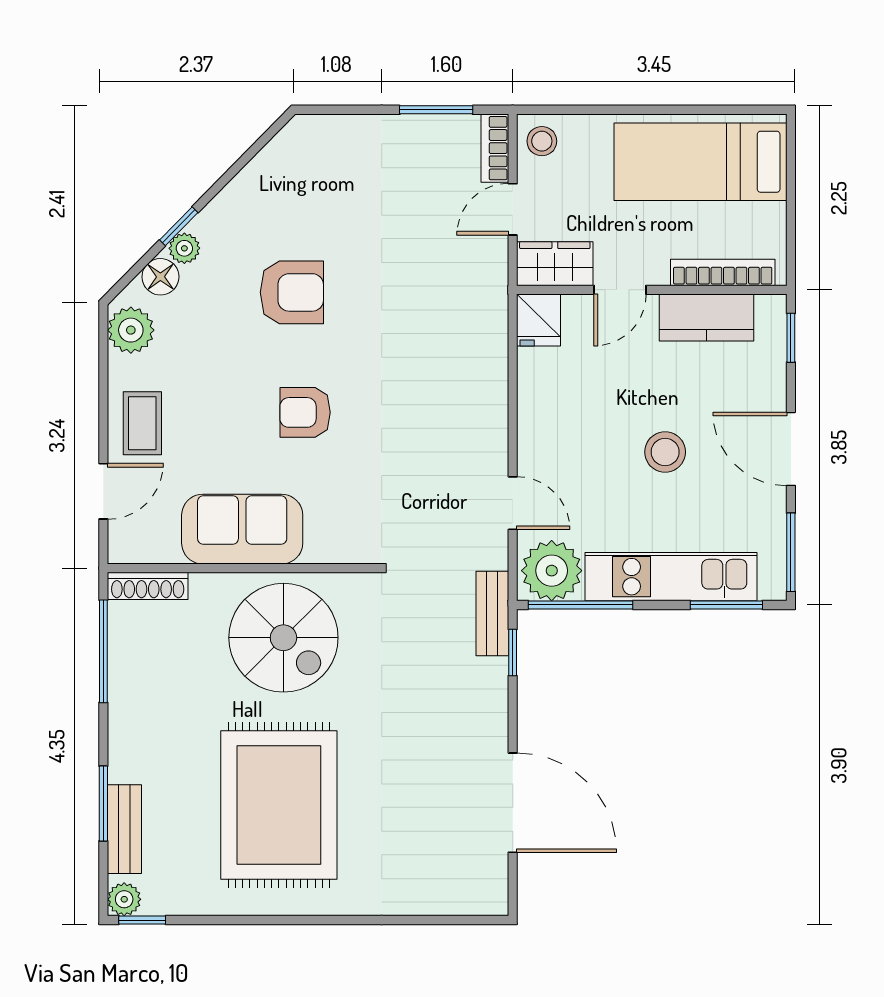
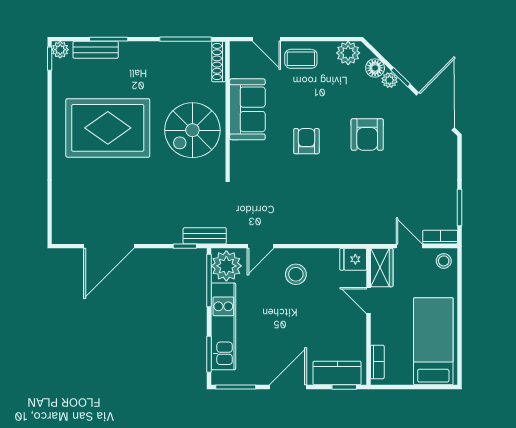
door: (246, 158) -> (435, 111), added
bookcase: (723, 272) -> (377, 362), width x0.64
kitchen counter: (707, 318) -> (337, 373), moved, turned 90
stool: (665, 452) -> (296, 274), moved

